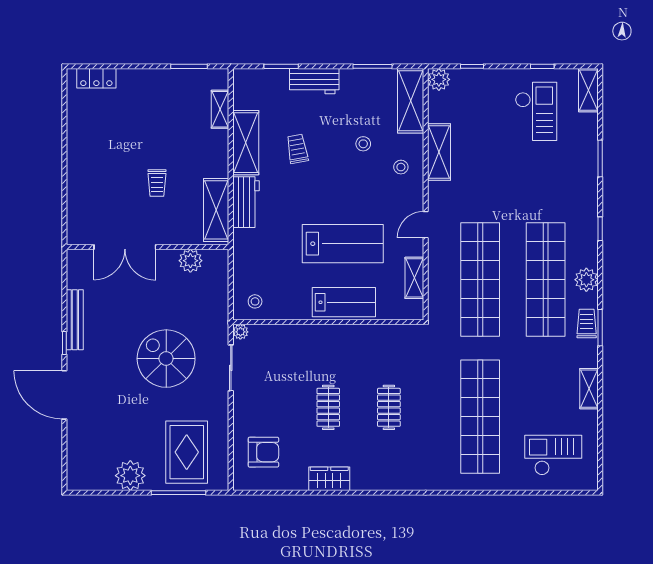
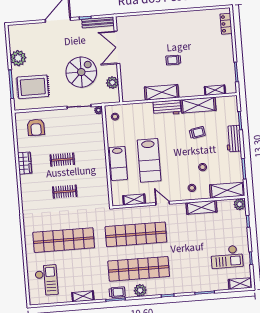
double door: (125, 247) -> (117, 47), moved
wall: (148, 247) -> (118, 59), moved
plant: (190, 261) -> (112, 83), moved

